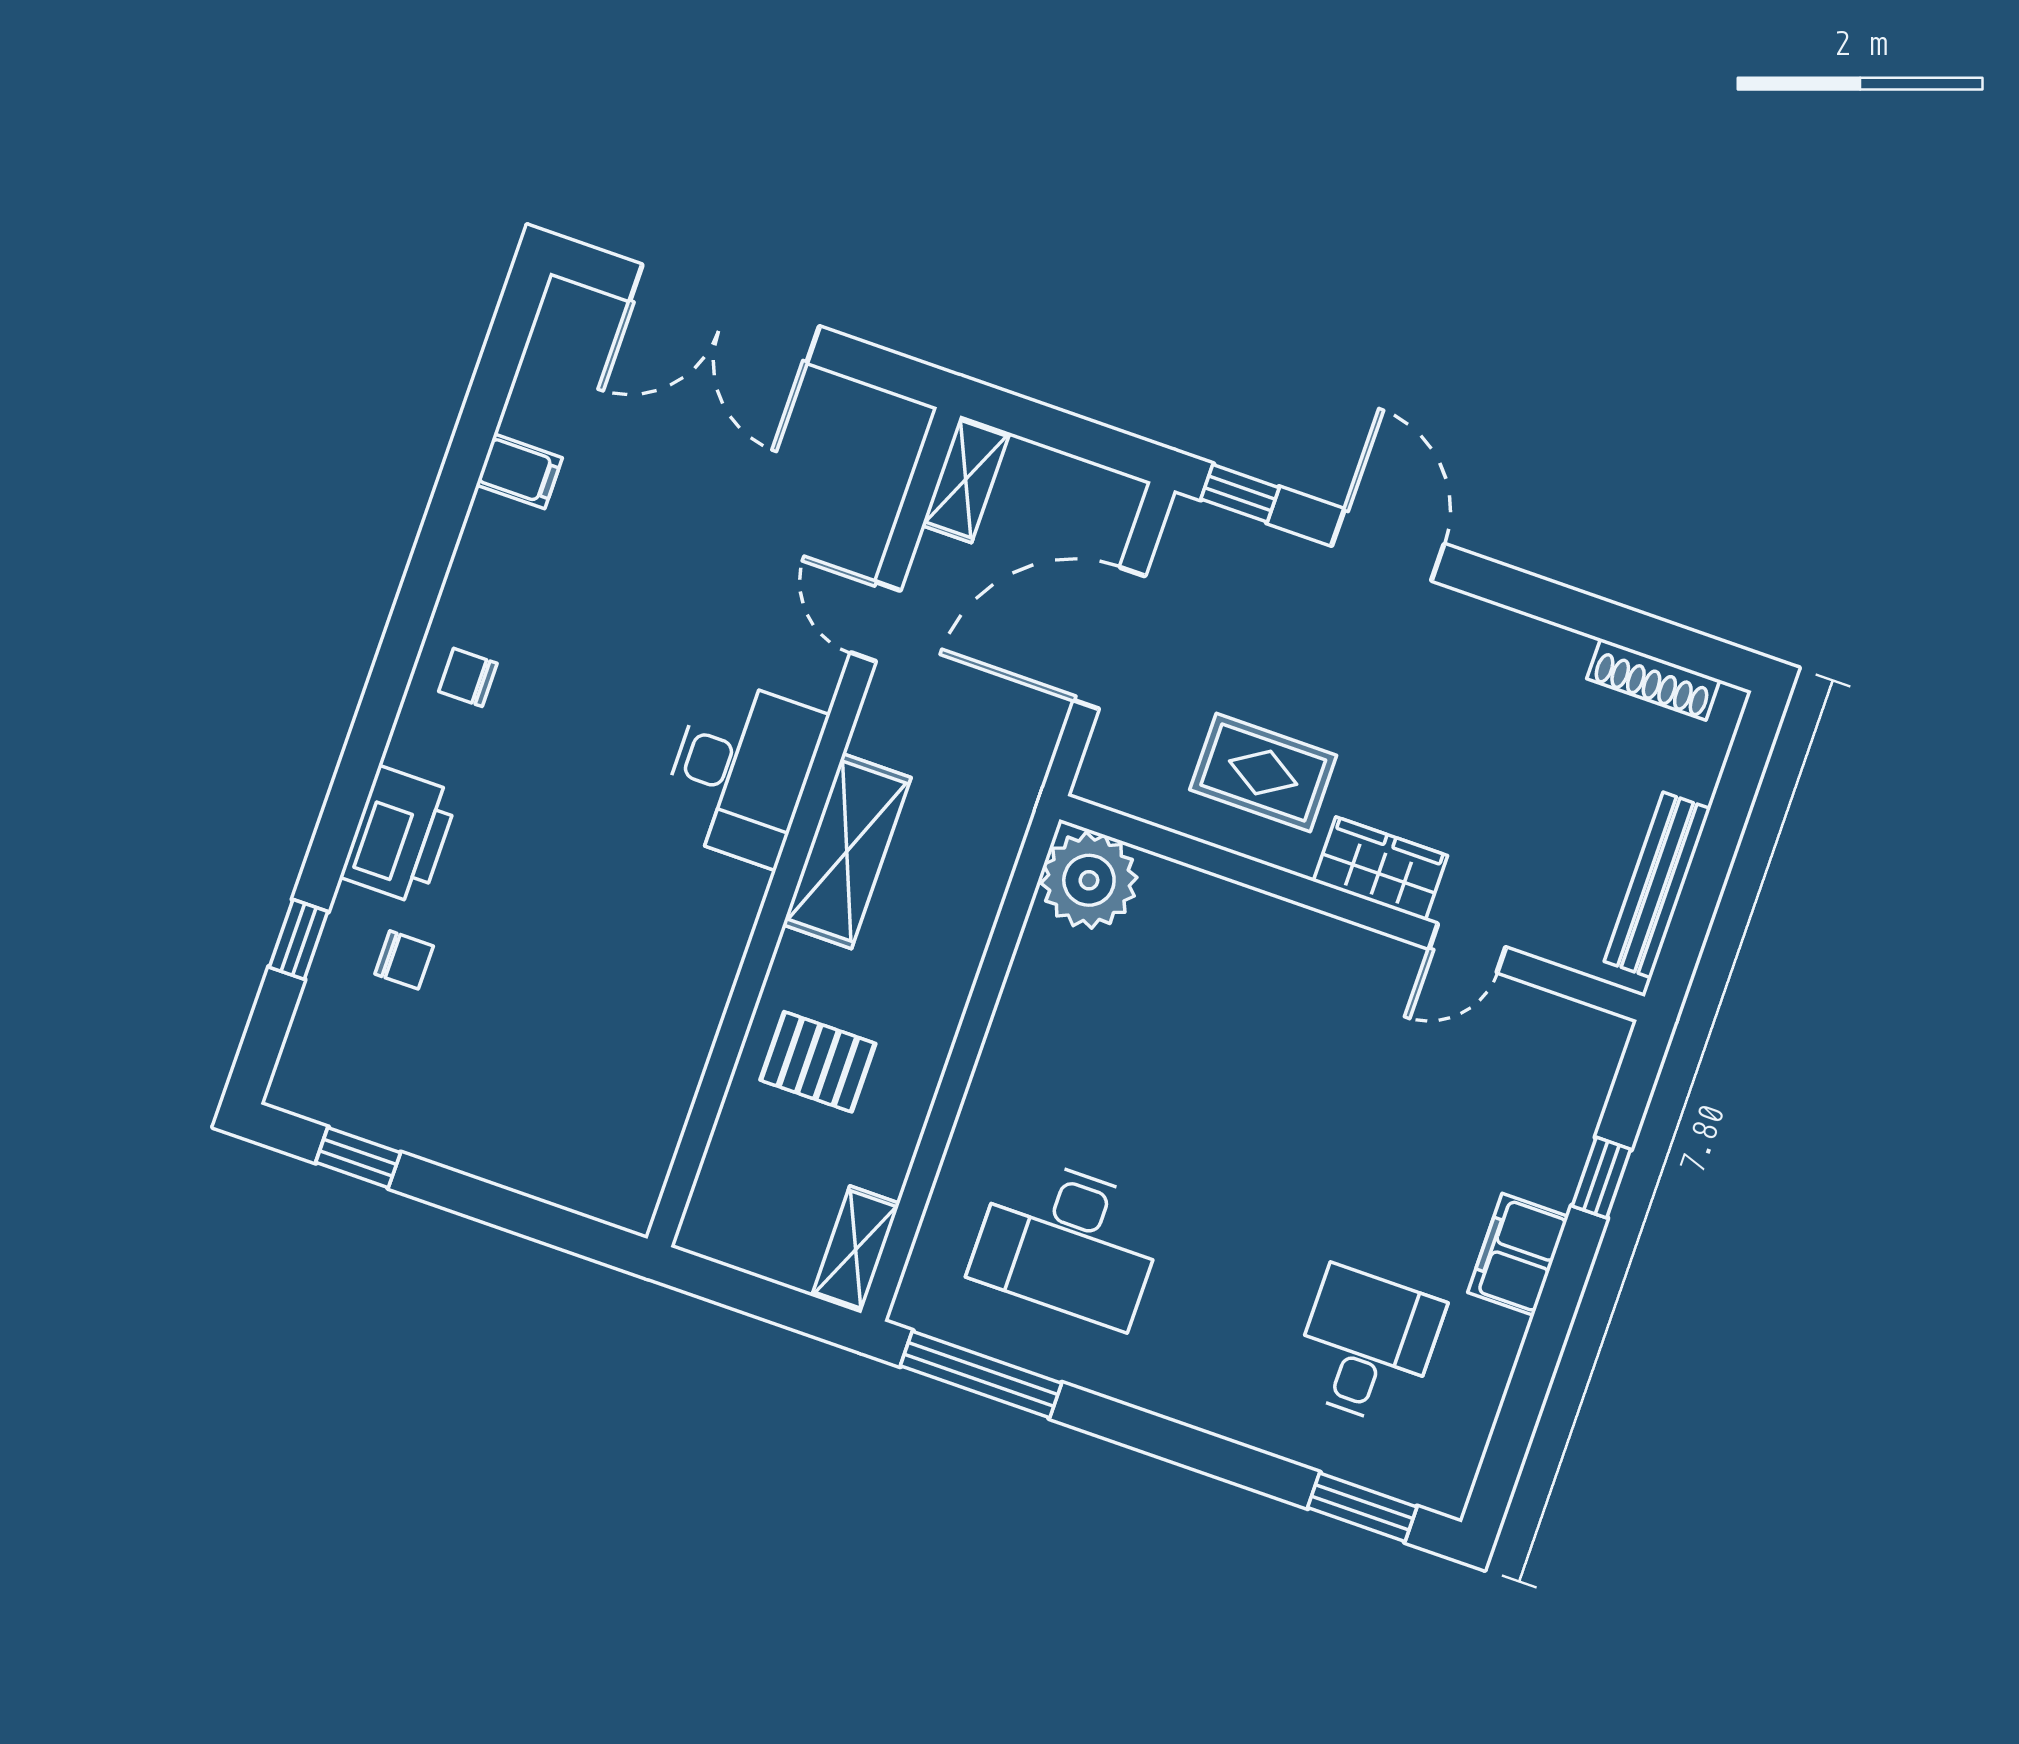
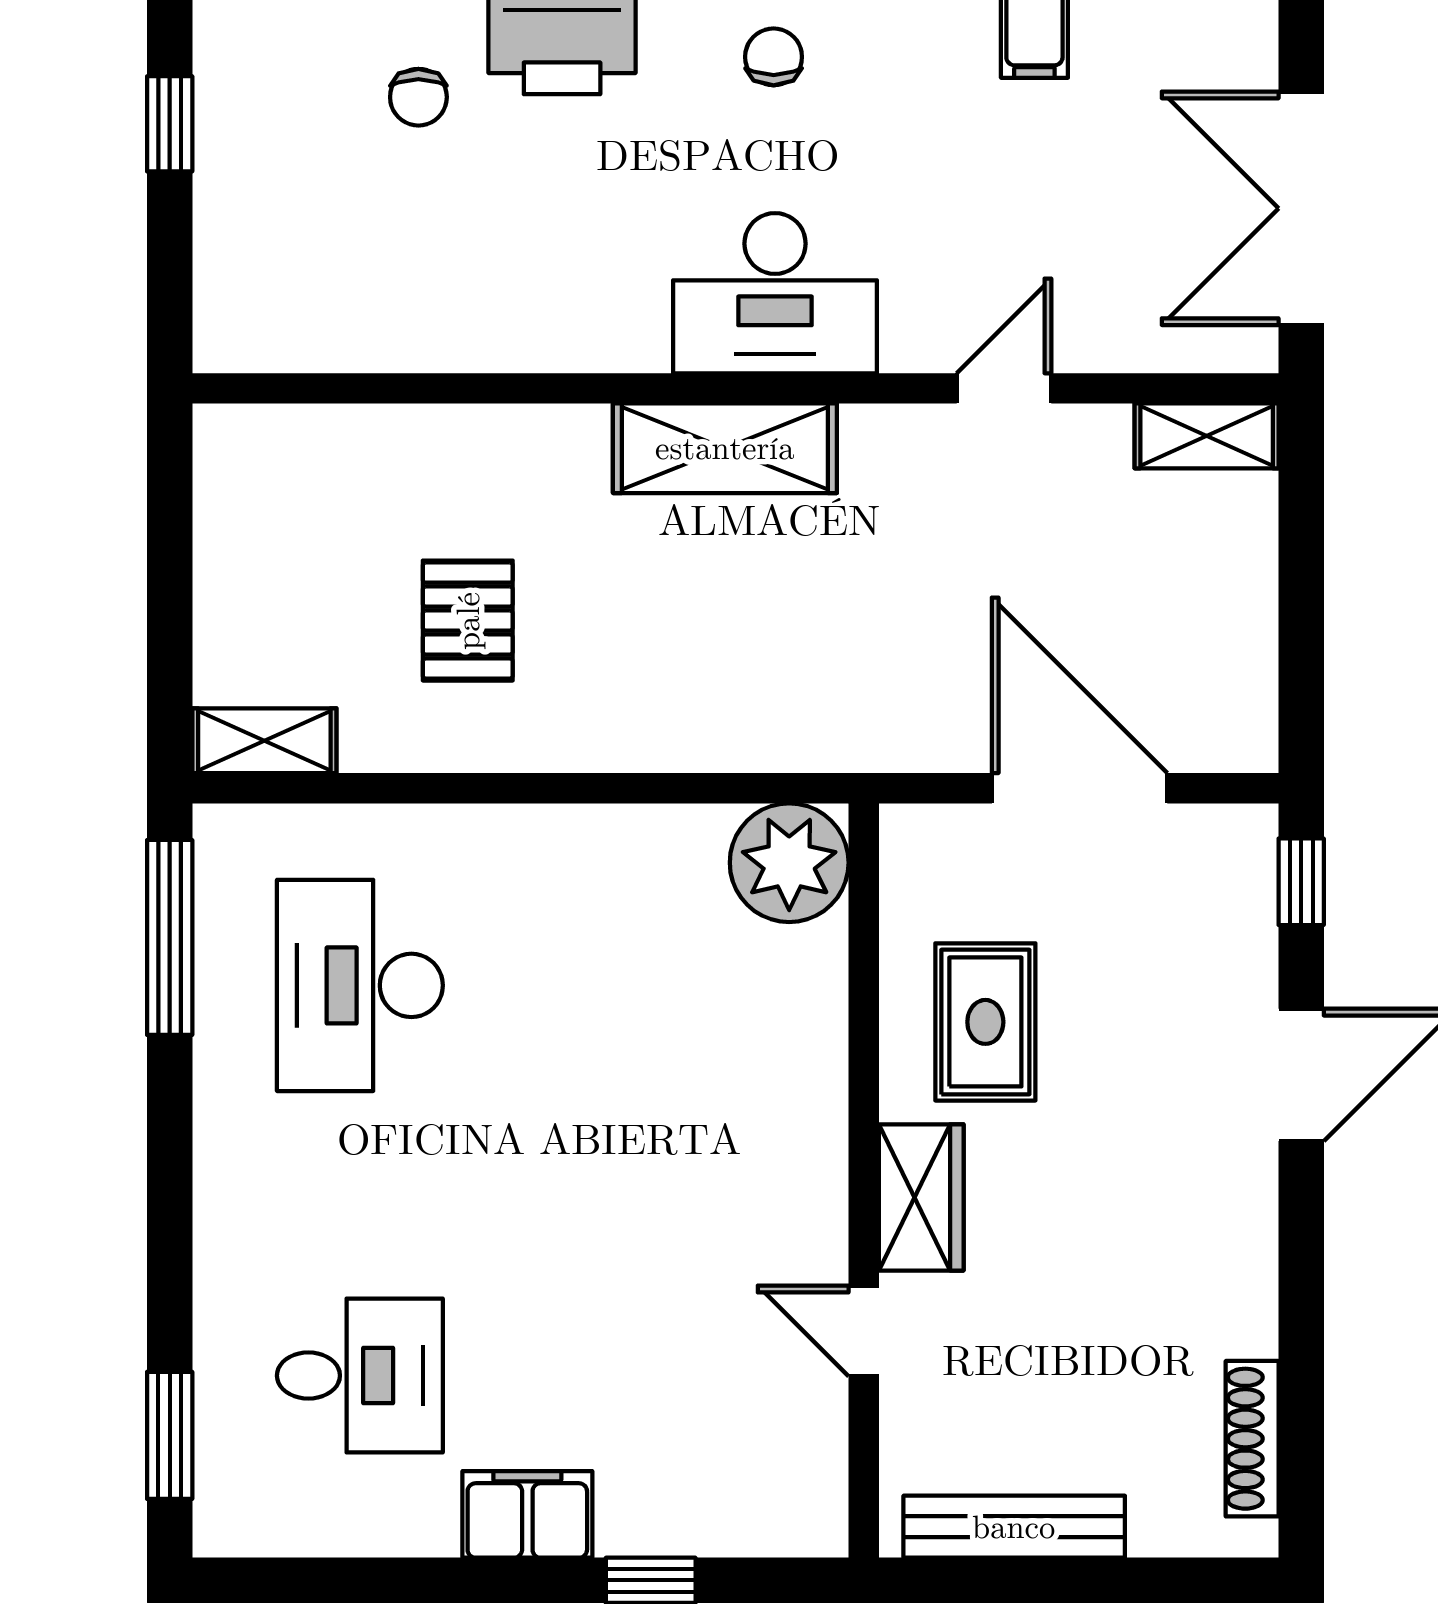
shelving: (966, 479) -> (1207, 436), moved
door: (875, 622) -> (1004, 388), moved
desk: (742, 771) -> (775, 293), moved
wall: (804, 827) -> (735, 388), moved
shelving: (847, 851) -> (725, 448), moved

